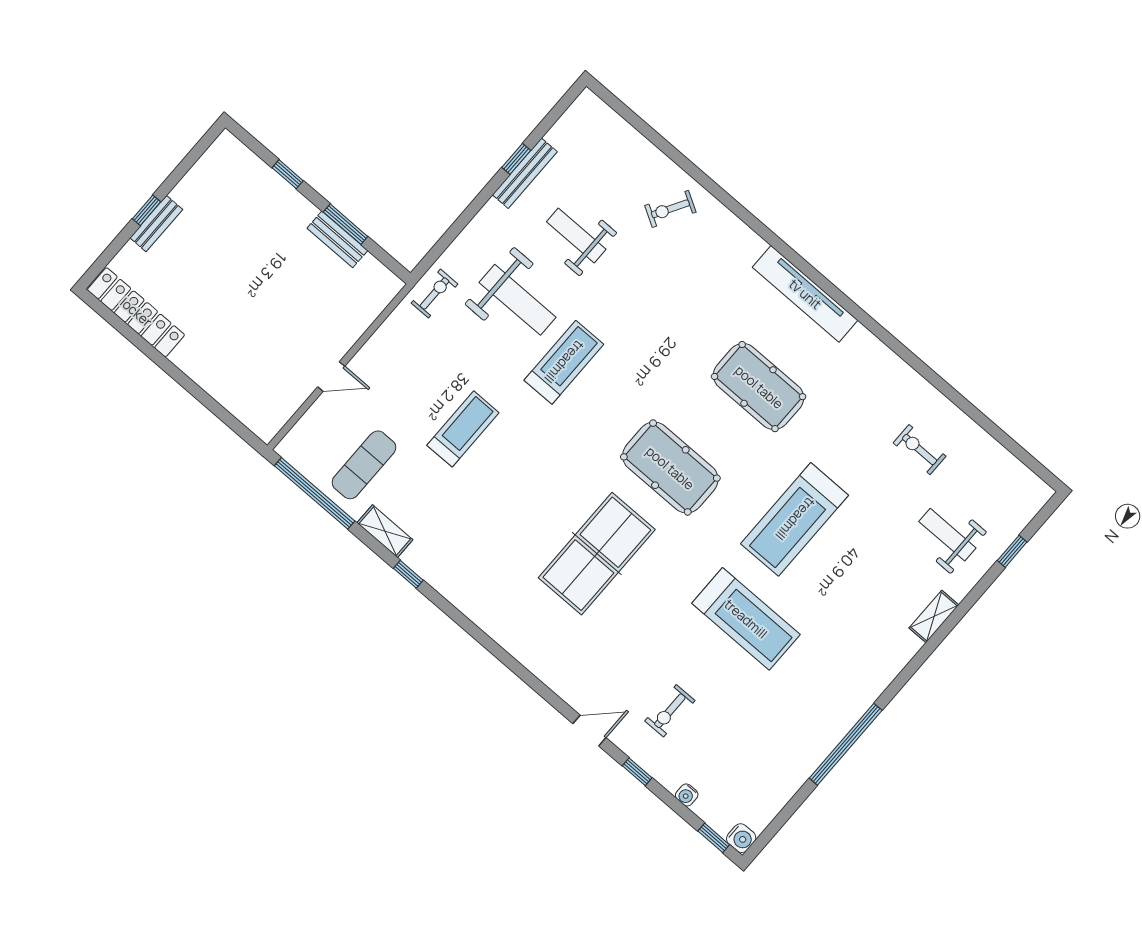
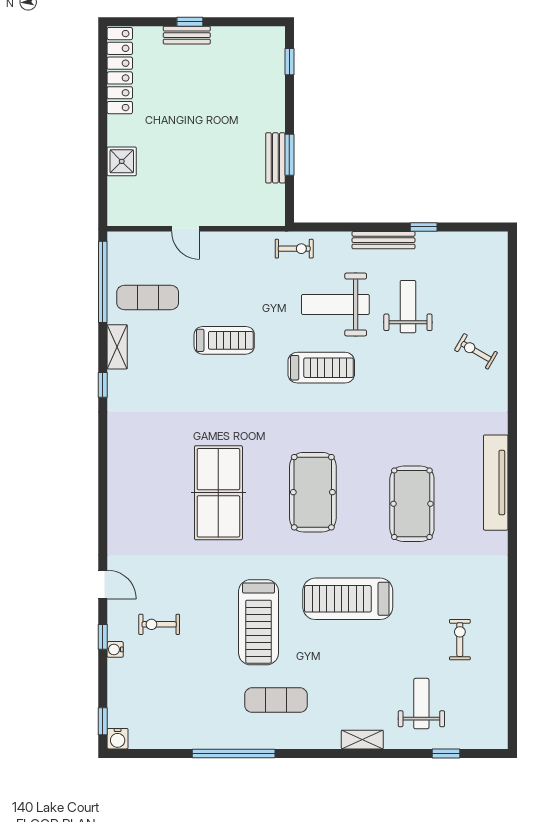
bench: (525, 173) -> (383, 240), moved
window: (288, 174) -> (289, 62), moved
weight bench: (518, 300) -> (335, 304), turned 90
shower: (220, 382) -> (122, 161), added
table tennis table: (597, 554) -> (218, 493), turned 90
exercise mat: (830, 664) -> (276, 700), added
water cooler: (687, 795) -> (115, 649), moved

